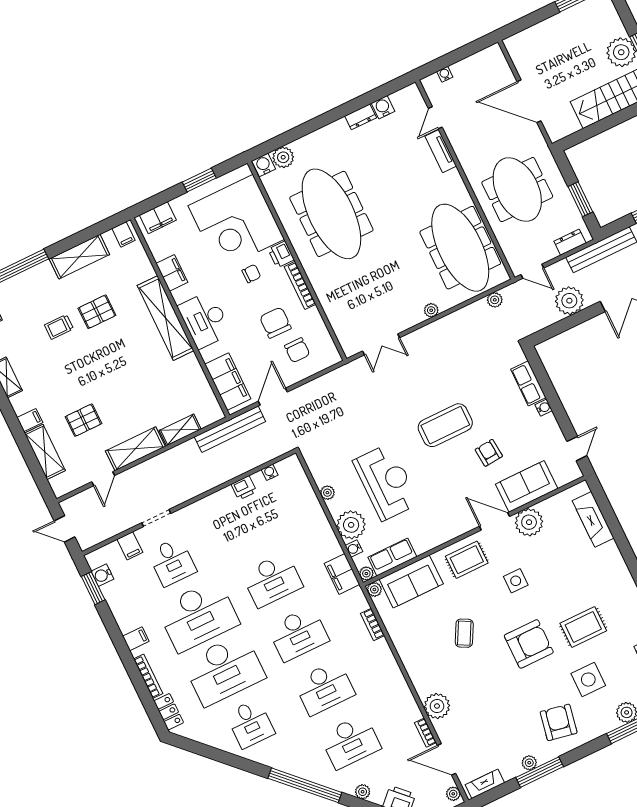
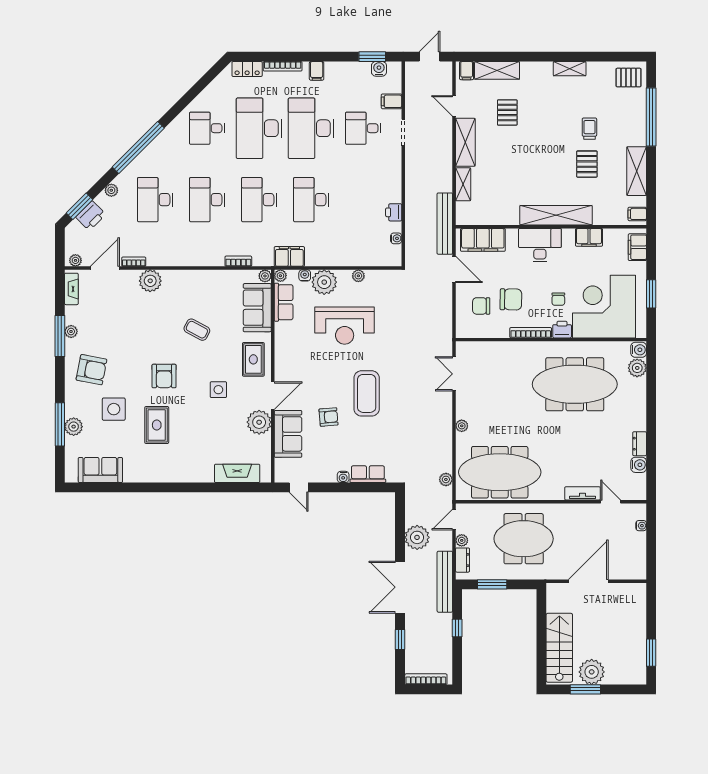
plant: (550, 253) -> (462, 540), added
filing cabinet: (30, 420) -> (467, 71), moved
armchair: (529, 644) -> (164, 376), width x0.73, depth x0.73

